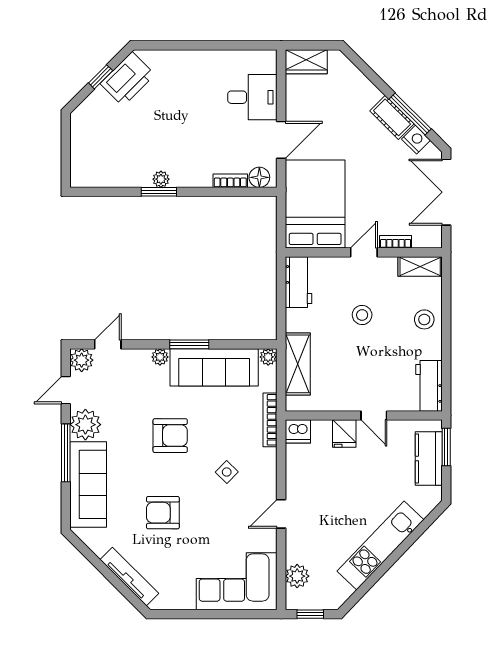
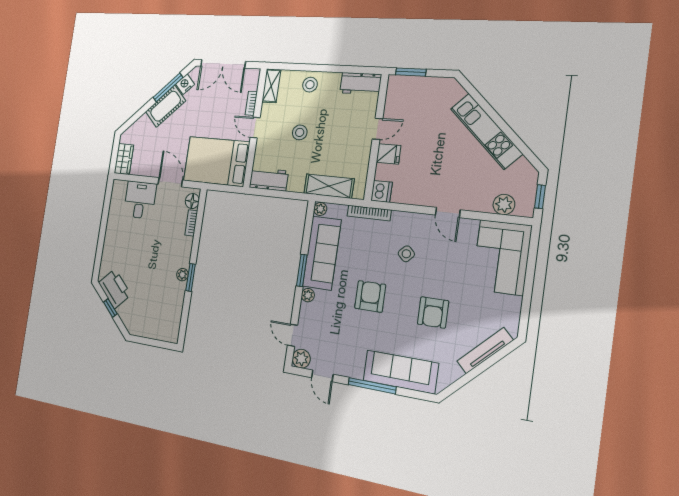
cot: (392, 117) -> (166, 106), width x1.37, depth x1.34
plant: (85, 425) -> (352, 365), removed
kitchen counter: (429, 458) -> (418, 87), removed

